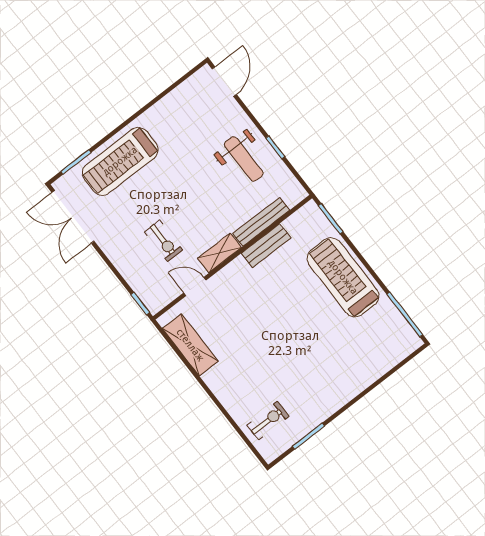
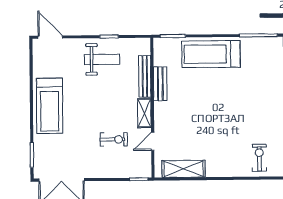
treadmill: (120, 161) -> (50, 106), moved

